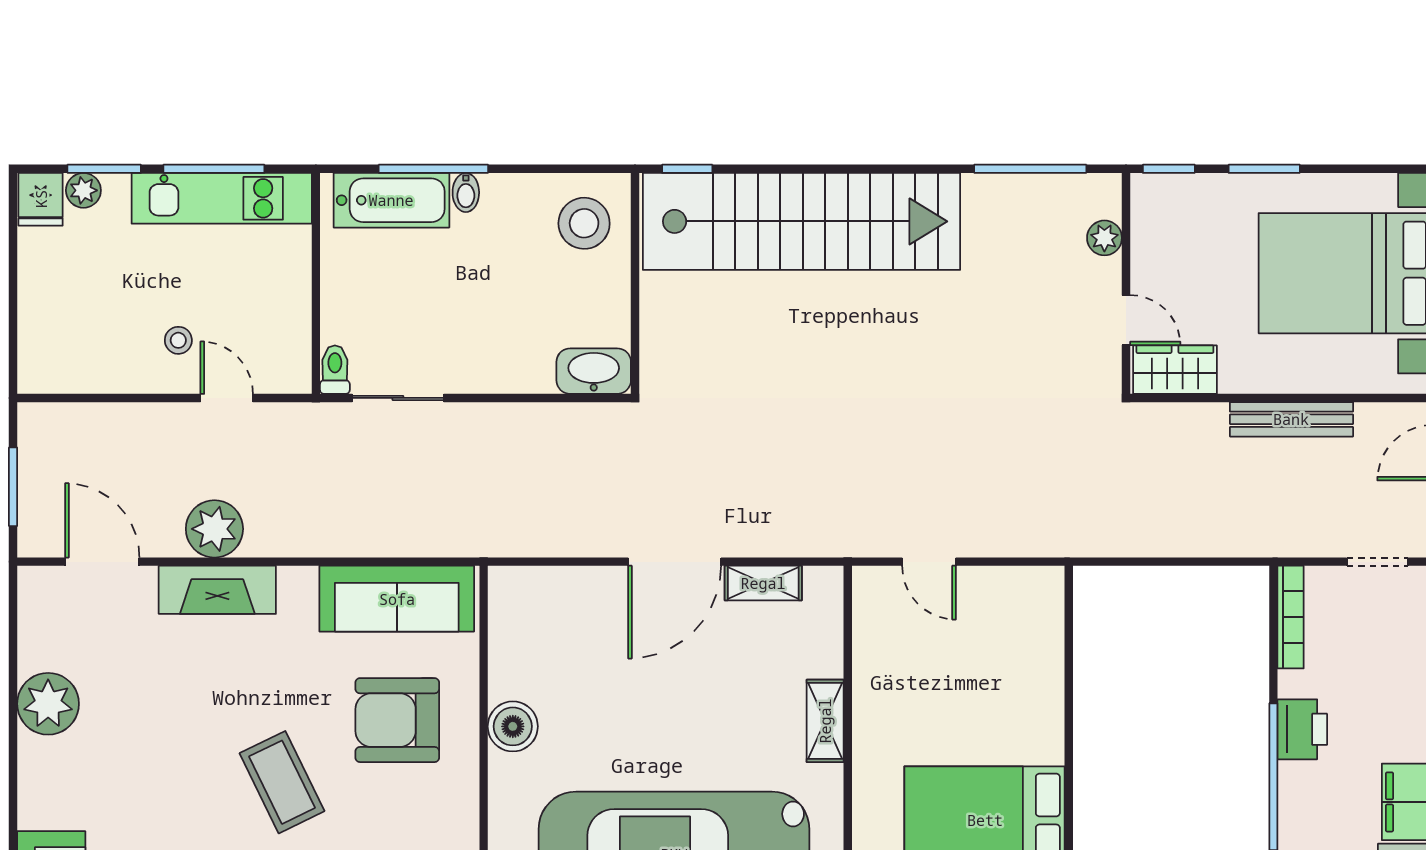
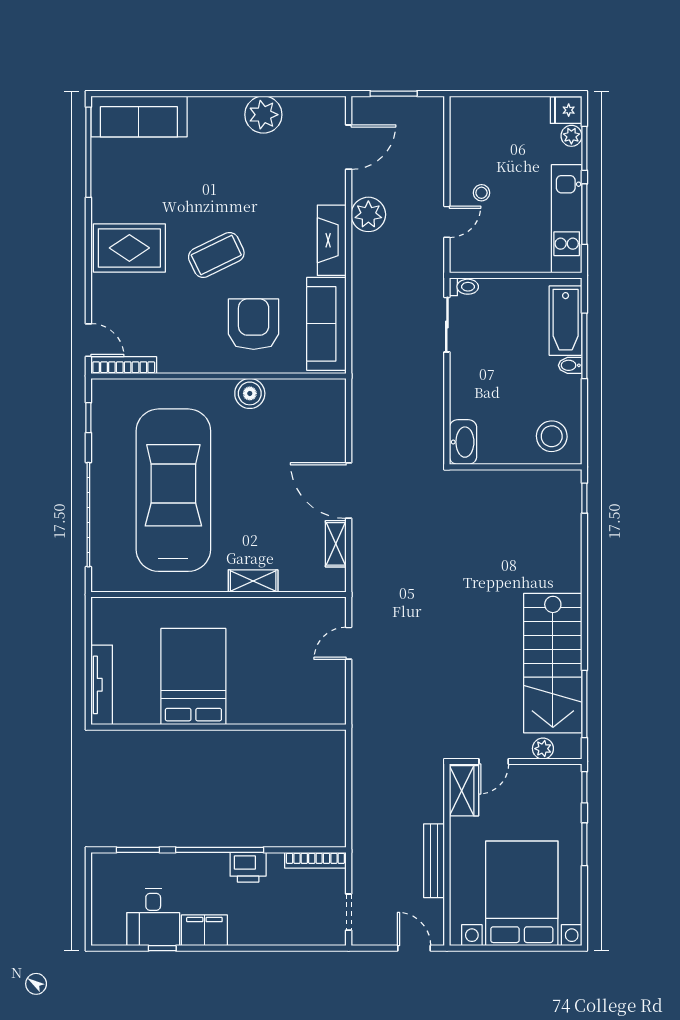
stairs: (801, 221) -> (553, 663), moved, width x0.73
fireplace: (217, 590) -> (332, 240), moved

